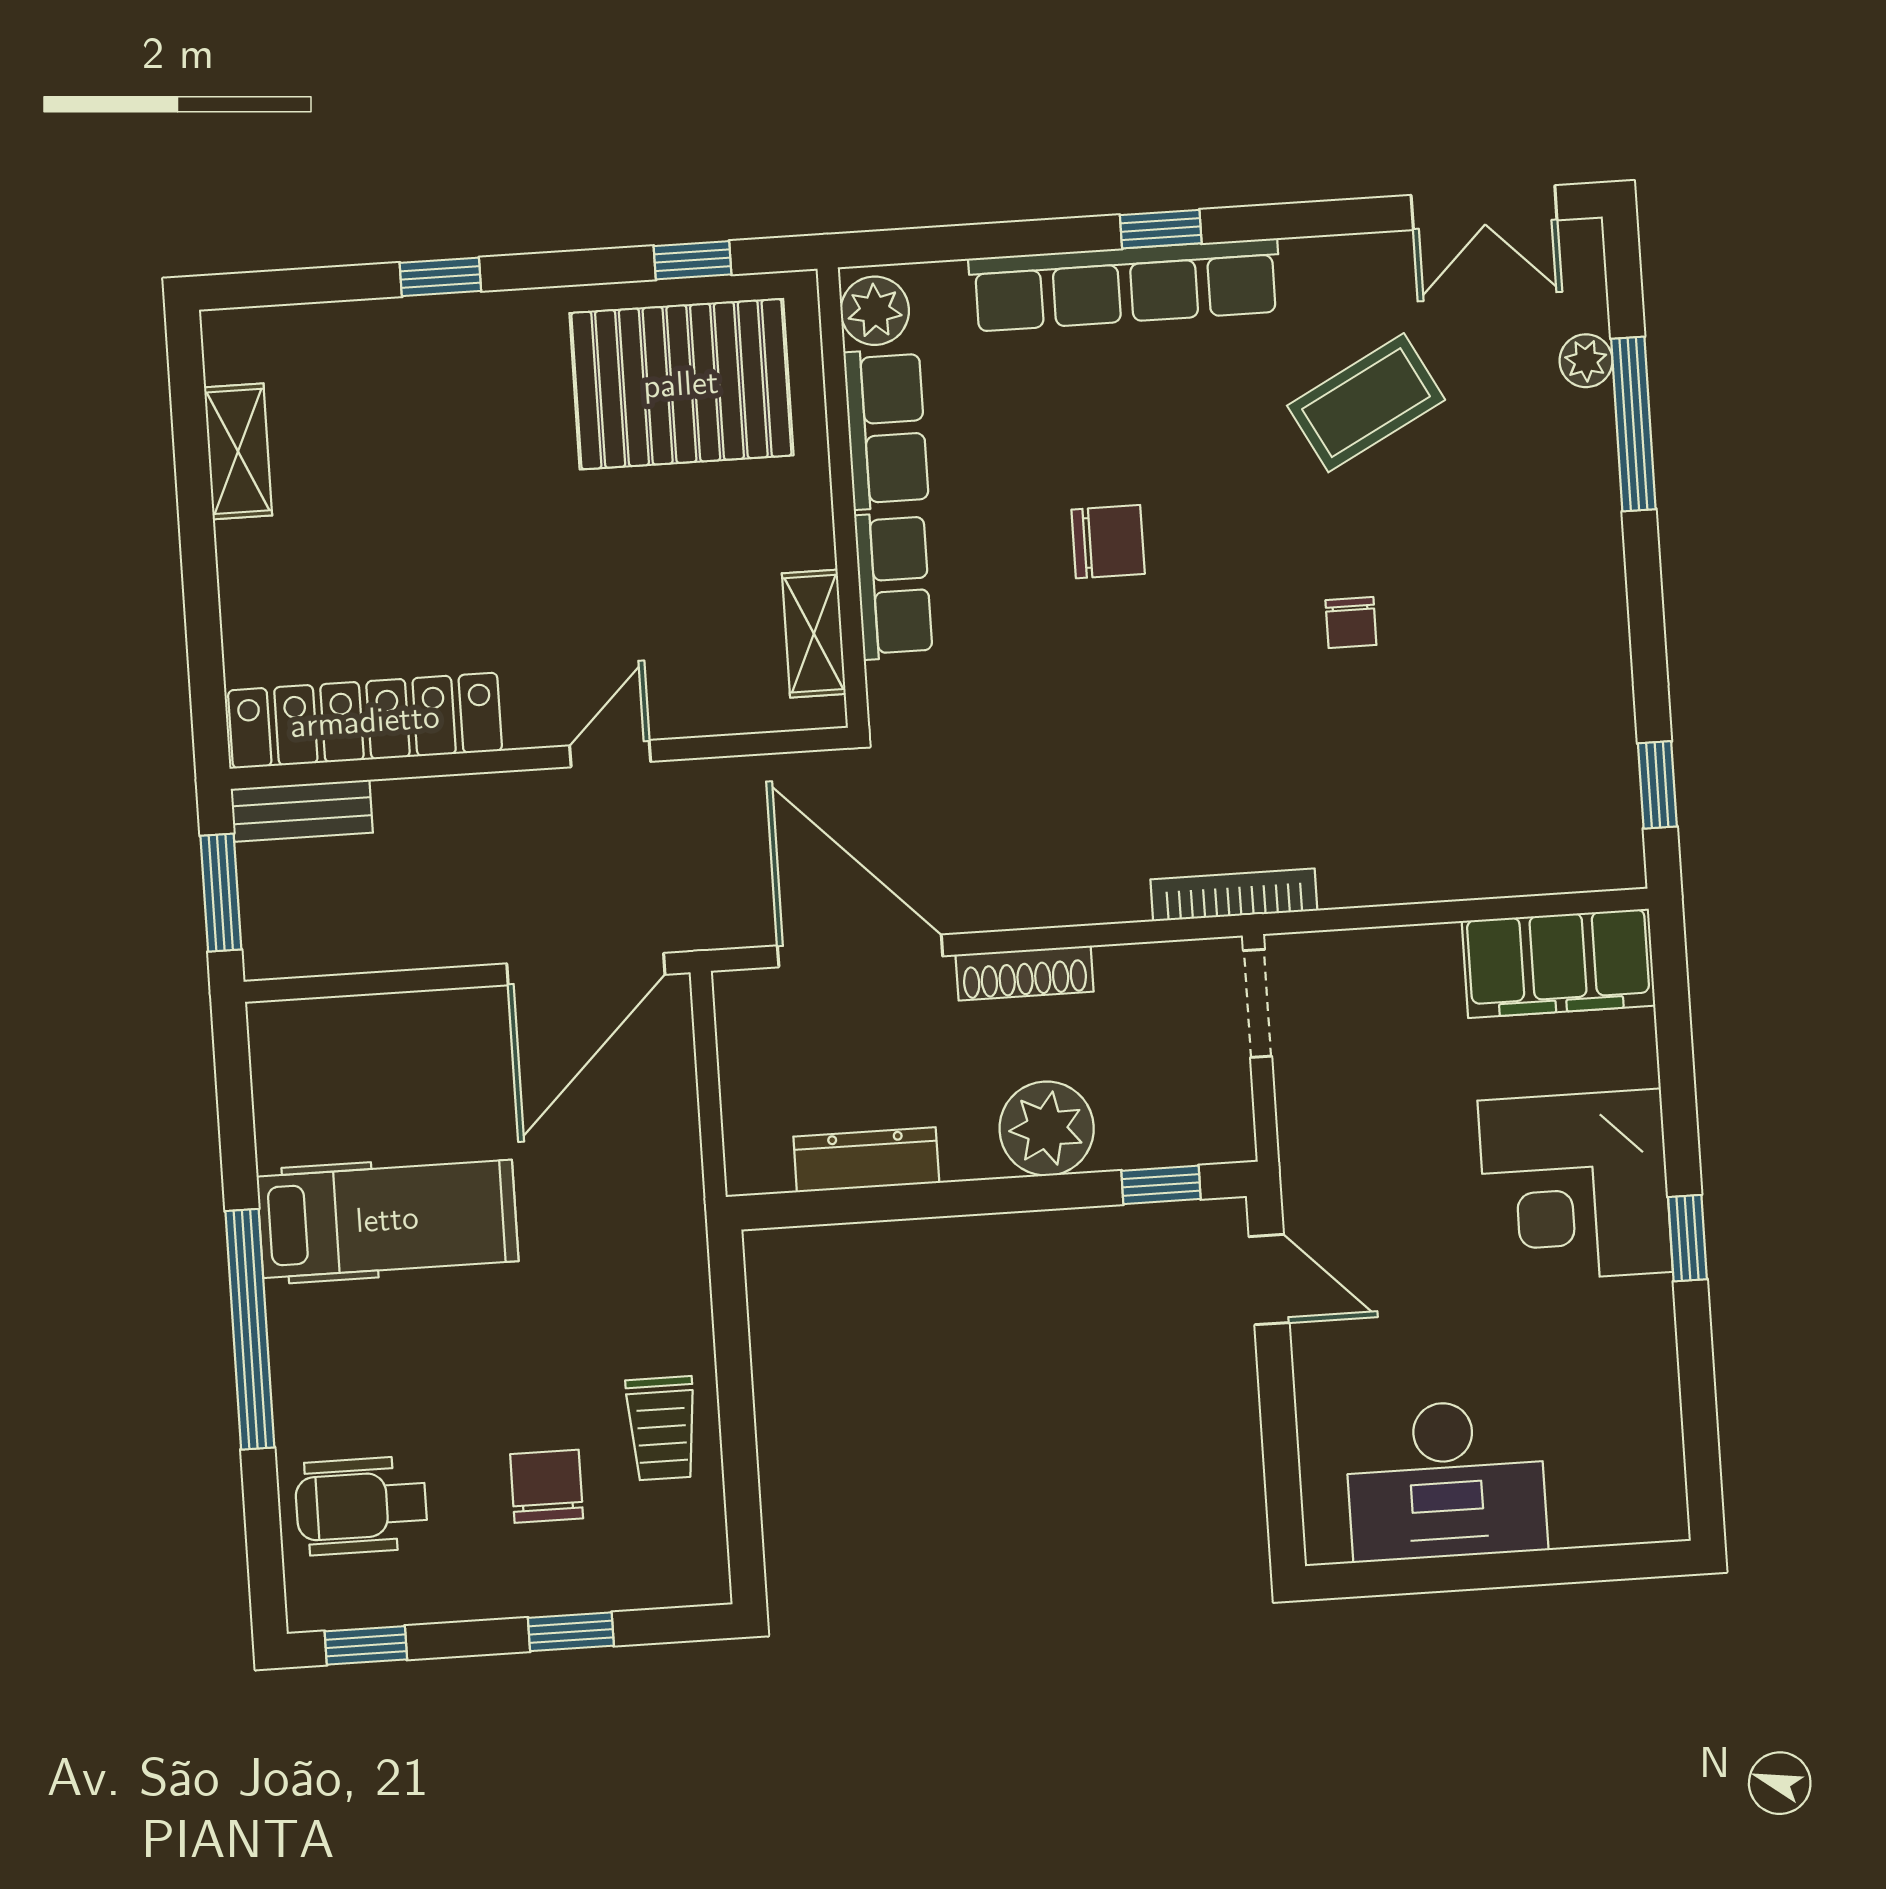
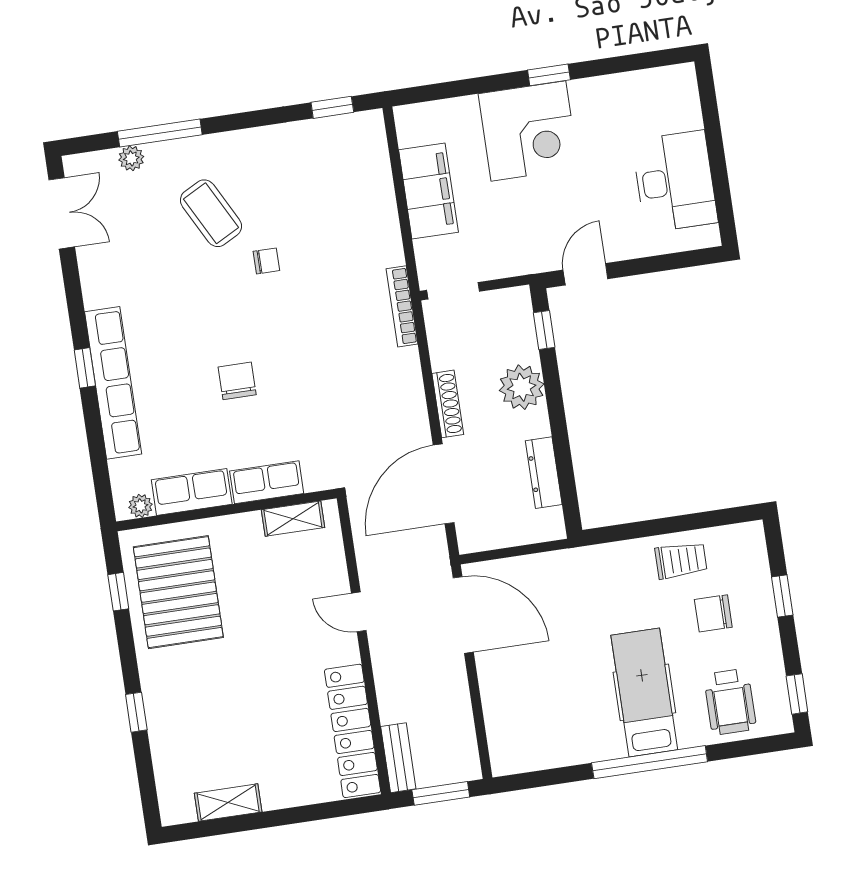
plant: (875, 311) -> (140, 506), width x0.73, depth x0.73
coffee table: (1366, 403) -> (211, 213), moved
filing cabinet: (1558, 963) -> (428, 191), moved
hospital bed: (387, 1219) -> (644, 692), moved

